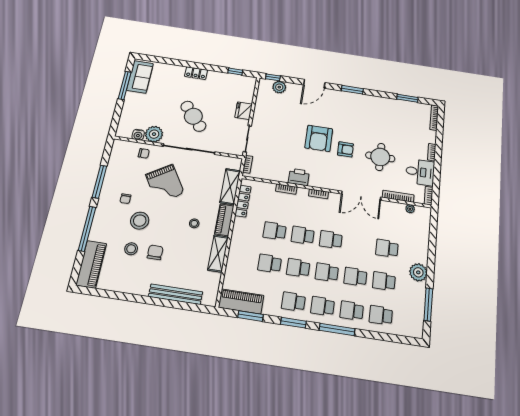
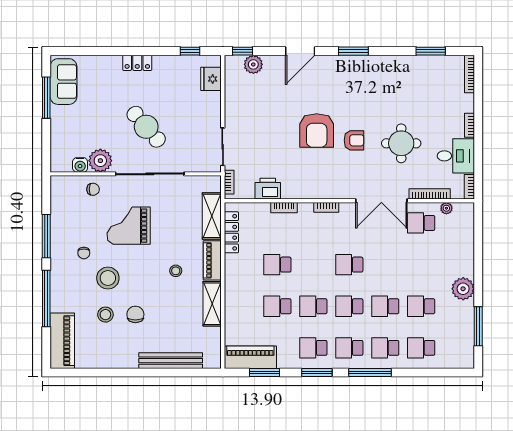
fridge: (244, 111) -> (211, 79), moved
printer: (299, 177) -> (268, 189), moved
grand piano: (165, 184) -> (129, 226), turned 122
school desk: (303, 235) -> (313, 265), removed
school desk: (387, 248) -> (421, 223), moved

